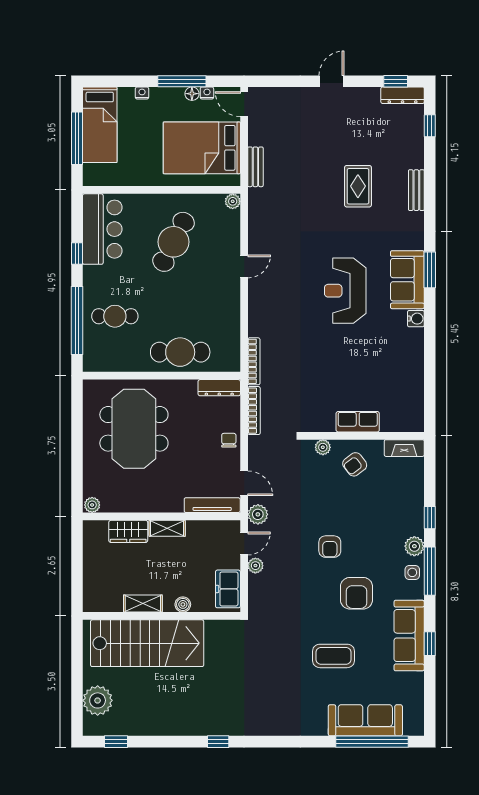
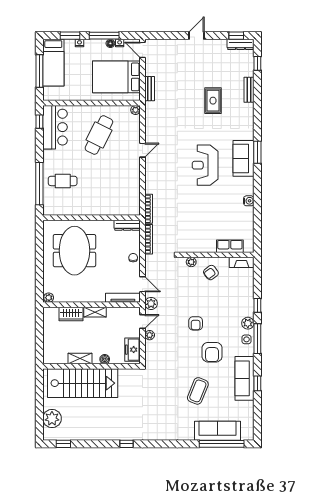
window: (127, 81) -> (70, 36), added
bench: (416, 190) -> (249, 90), moved
window: (77, 253) -> (39, 122), moved
water cooler: (416, 319) -> (249, 201), moved
cafe table: (180, 352) -> (103, 203), removed
row of seats: (358, 422) -> (230, 246), moved
coffee table: (333, 656) -> (198, 391), turned -68

